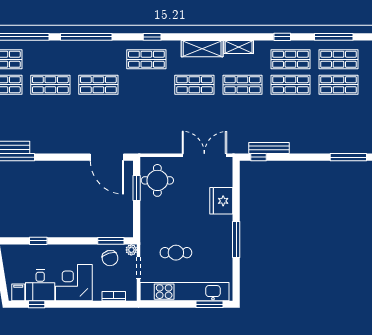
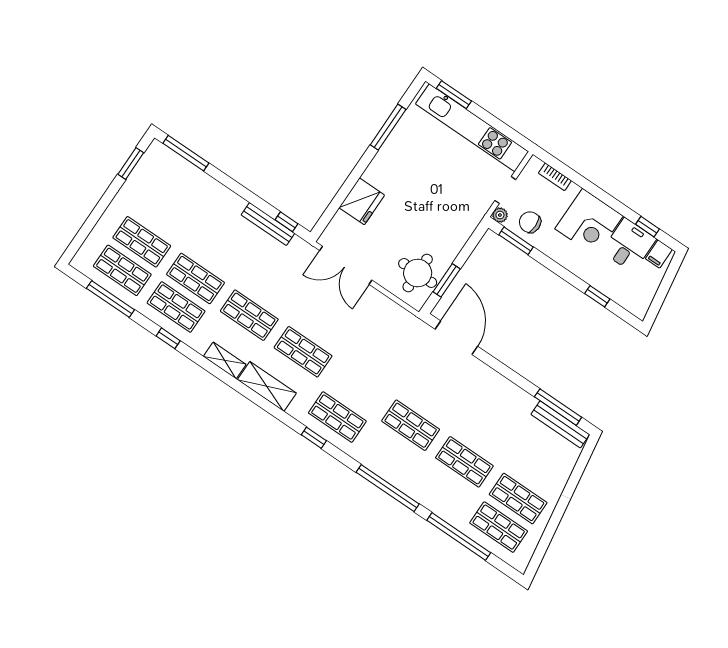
window: (236, 239) -> (388, 127), moved
cafe table: (176, 253) -> (452, 178), removed
chair: (110, 258) -> (530, 222), turned -73

